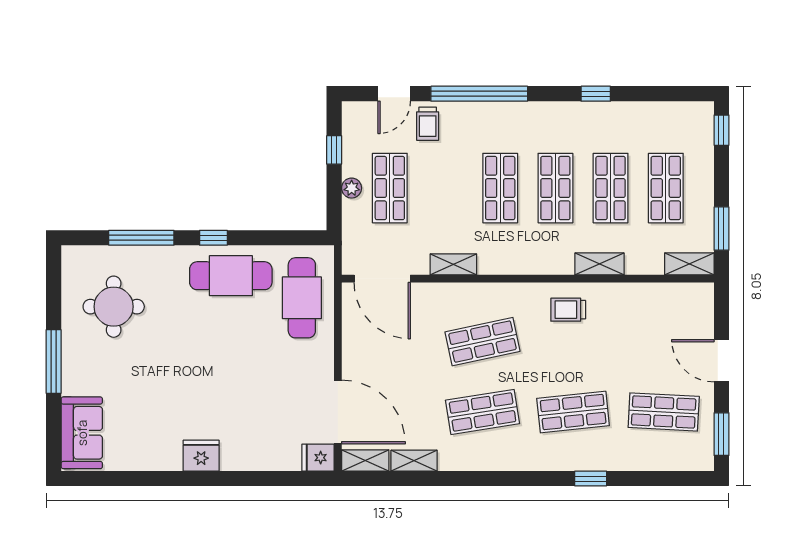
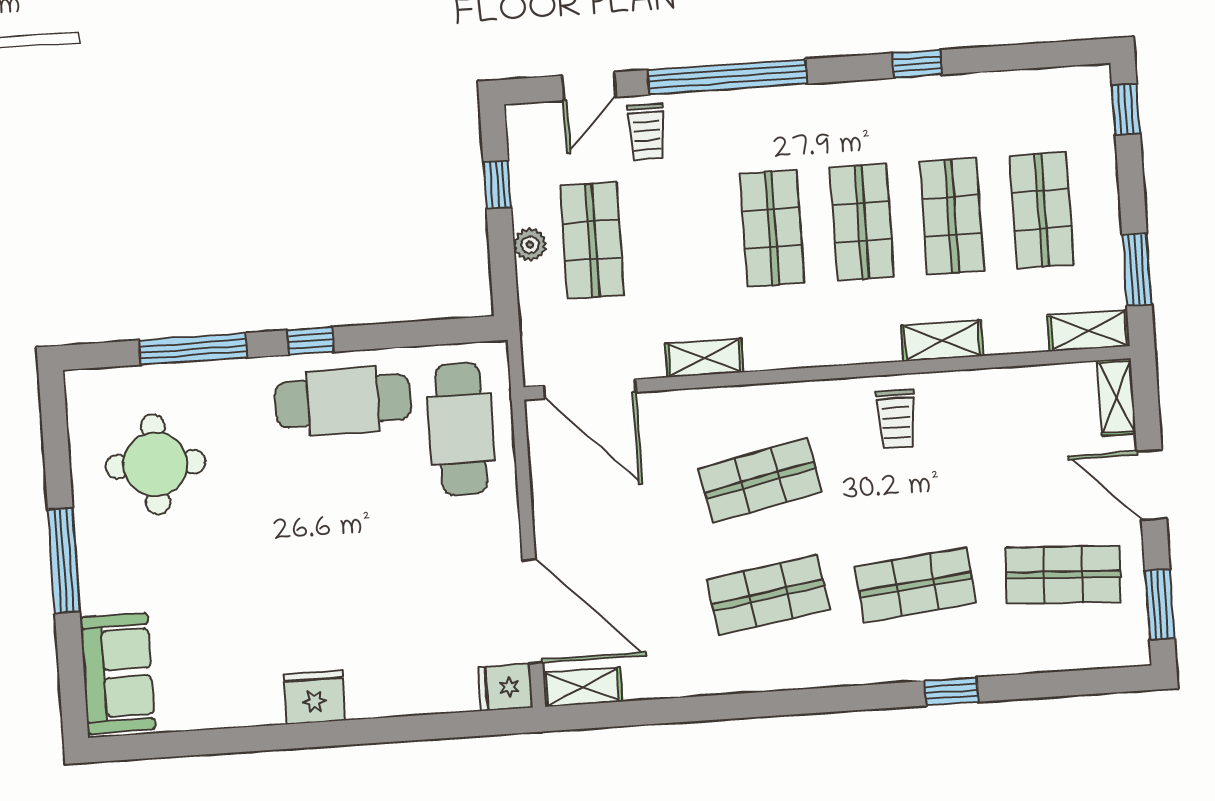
trolley: (568, 310) -> (896, 419), turned -90
shelving: (414, 461) -> (1116, 397), moved, turned 90

